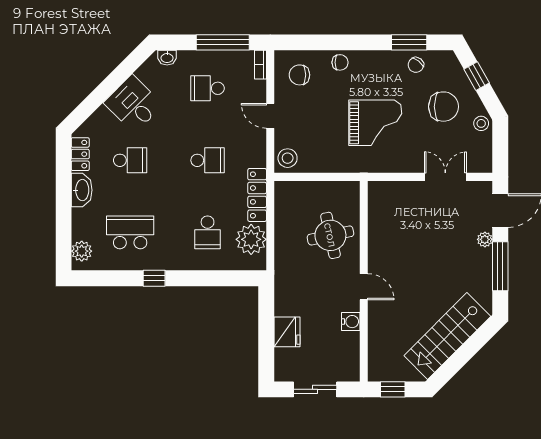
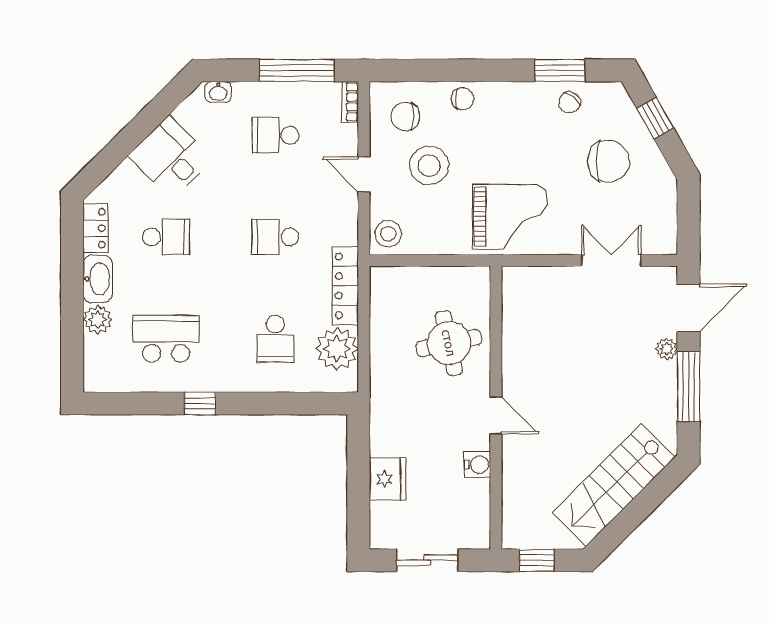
grand piano: (375, 123) -> (510, 217), moved
stool: (481, 123) -> (429, 165), moved, width x1.89, depth x1.89
school desk: (208, 160) -> (275, 237), turned 180
plant: (82, 251) -> (98, 319), moved

